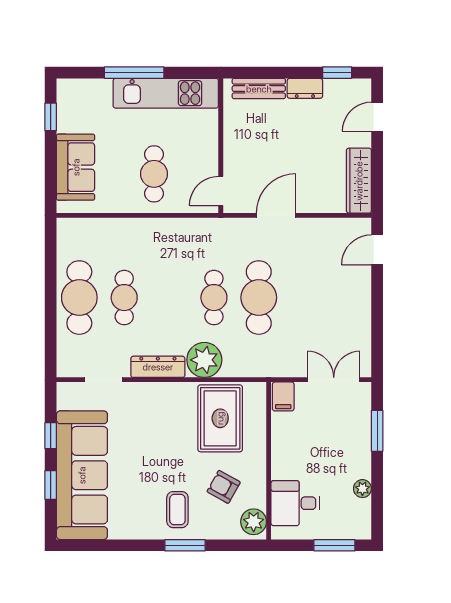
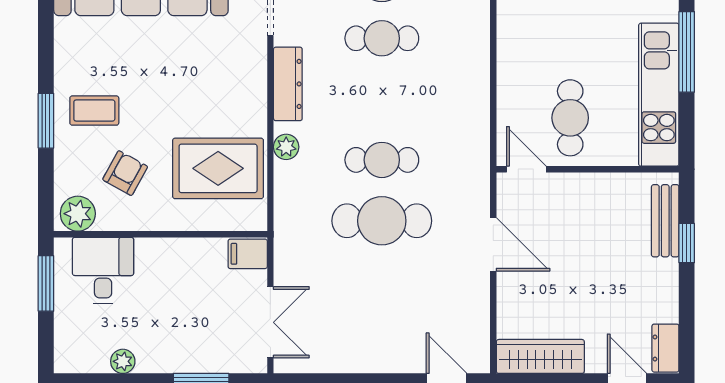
window: (337, 73) -> (687, 243), moved
dresser: (305, 88) -> (665, 348), moved
cafe table: (154, 174) -> (570, 118), moved, turned 90
plant: (204, 360) -> (286, 147), width x0.53, depth x0.53
window: (334, 545) -> (46, 283), moved

